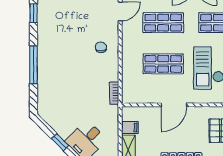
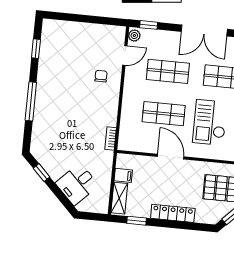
chair: (101, 47) -> (101, 76), moved
door: (174, 105) -> (171, 157), swing flipped
window: (60, 142) -> (41, 173), moved

